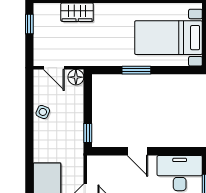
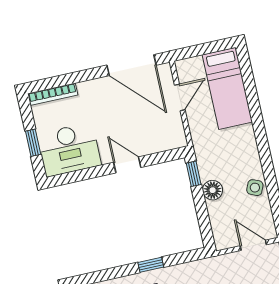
window: (136, 70) -> (151, 265), width x0.67
floor lamp: (76, 77) -> (213, 190), moved

